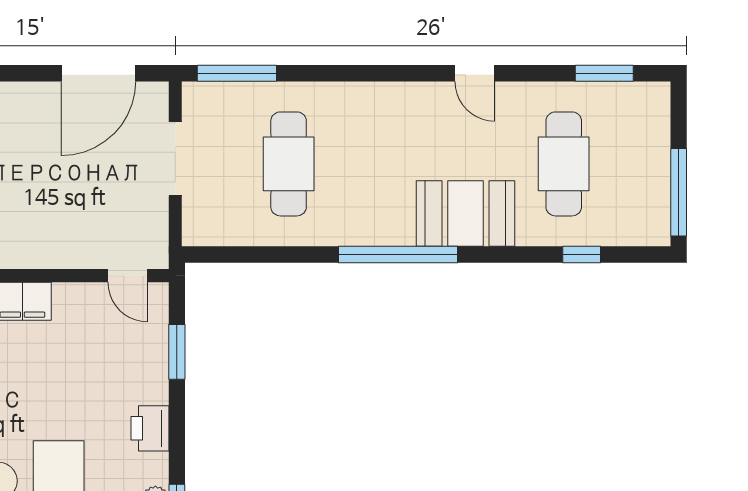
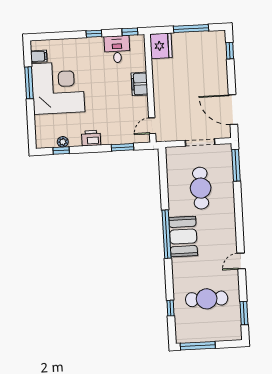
cafe table: (289, 164) -> (201, 188), turned 90
booth: (465, 214) -> (183, 237), moved

